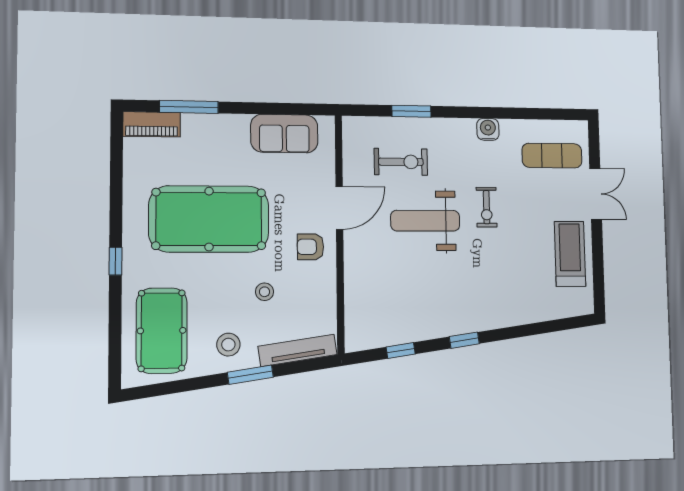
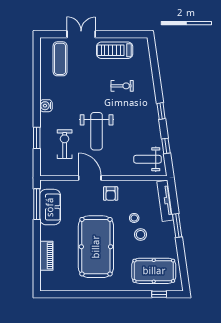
window: (189, 107) -> (37, 204), moved
piano: (152, 124) -> (46, 256), moved
water cooler: (488, 129) -> (46, 106), moved
exercise bike: (487, 207) -> (122, 86), moved
window: (116, 261) -> (159, 294), moved
weight bench: (375, 316) -> (147, 159), added
stool: (228, 345) -> (141, 235), moved

